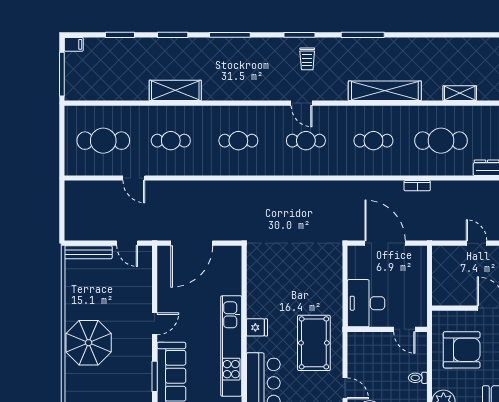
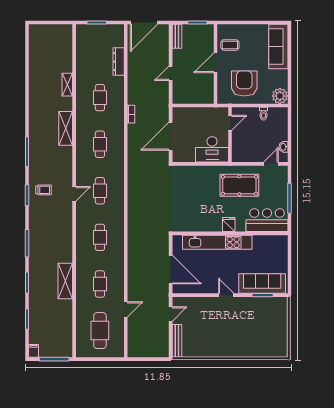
shelving: (385, 91) -> (66, 128), width x0.68
cafe table: (441, 141) -> (100, 98), width x0.73, depth x0.74
parasol: (89, 343) -> (239, 341), removed
kitchen unit: (231, 346) -> (217, 242), moved

